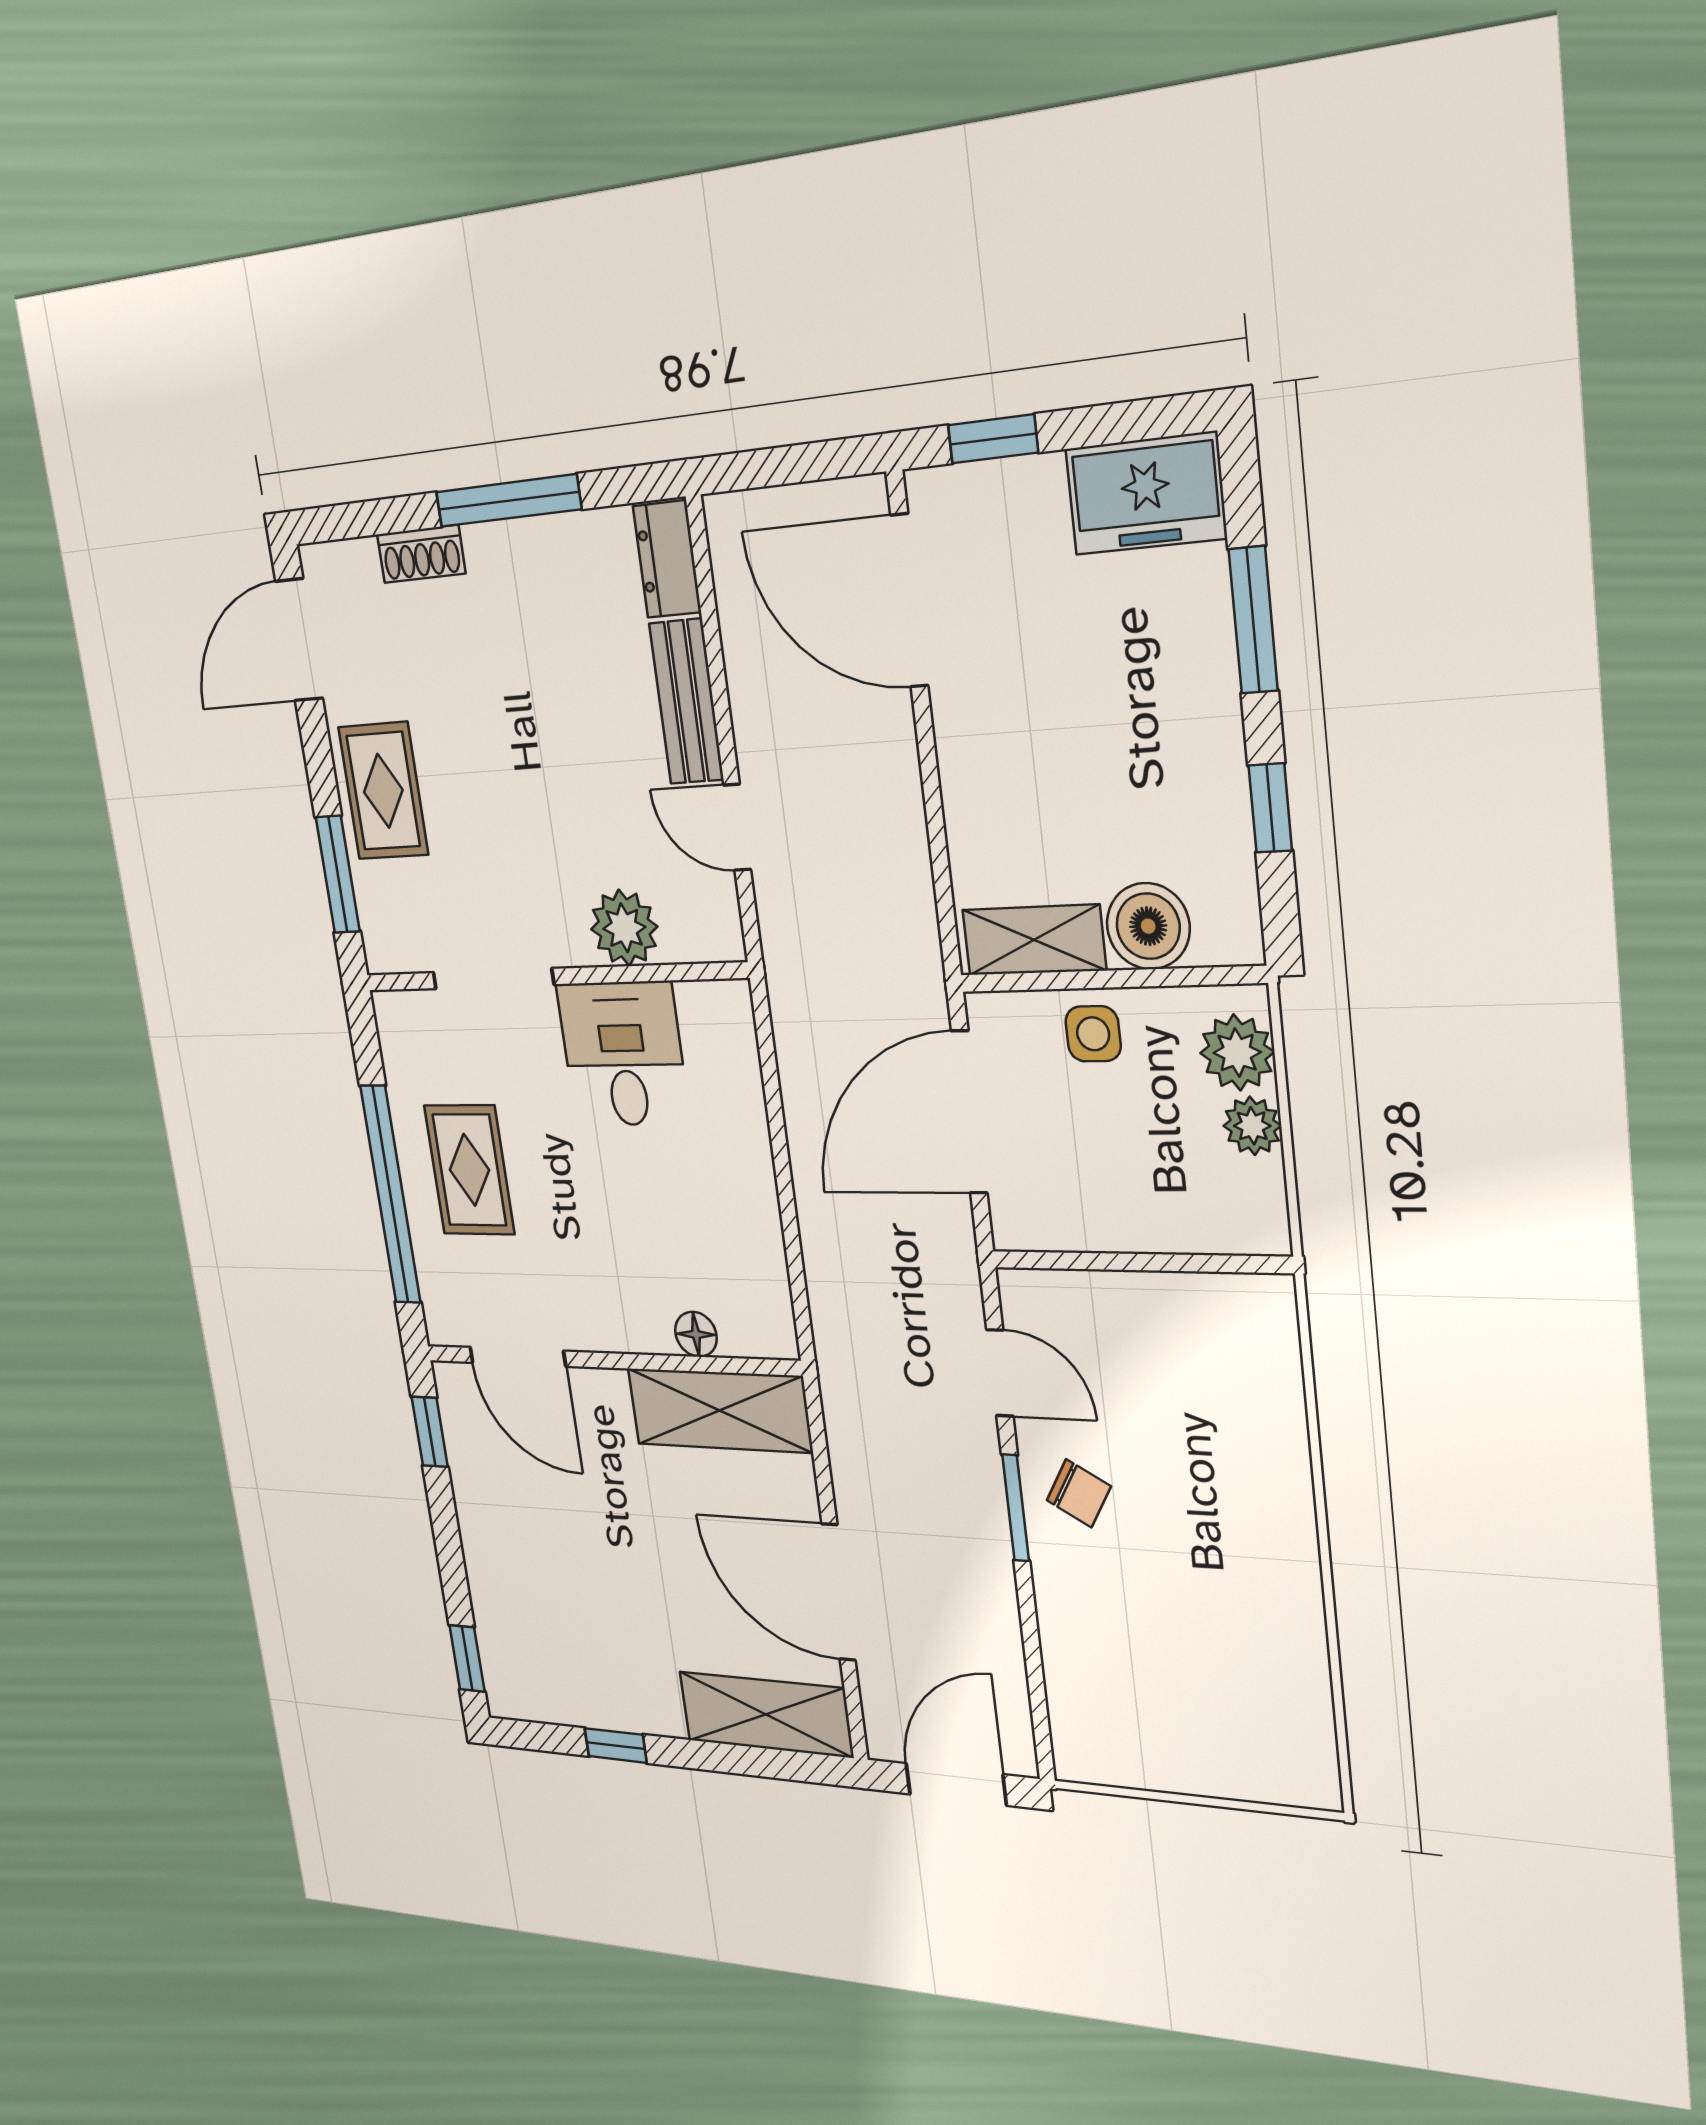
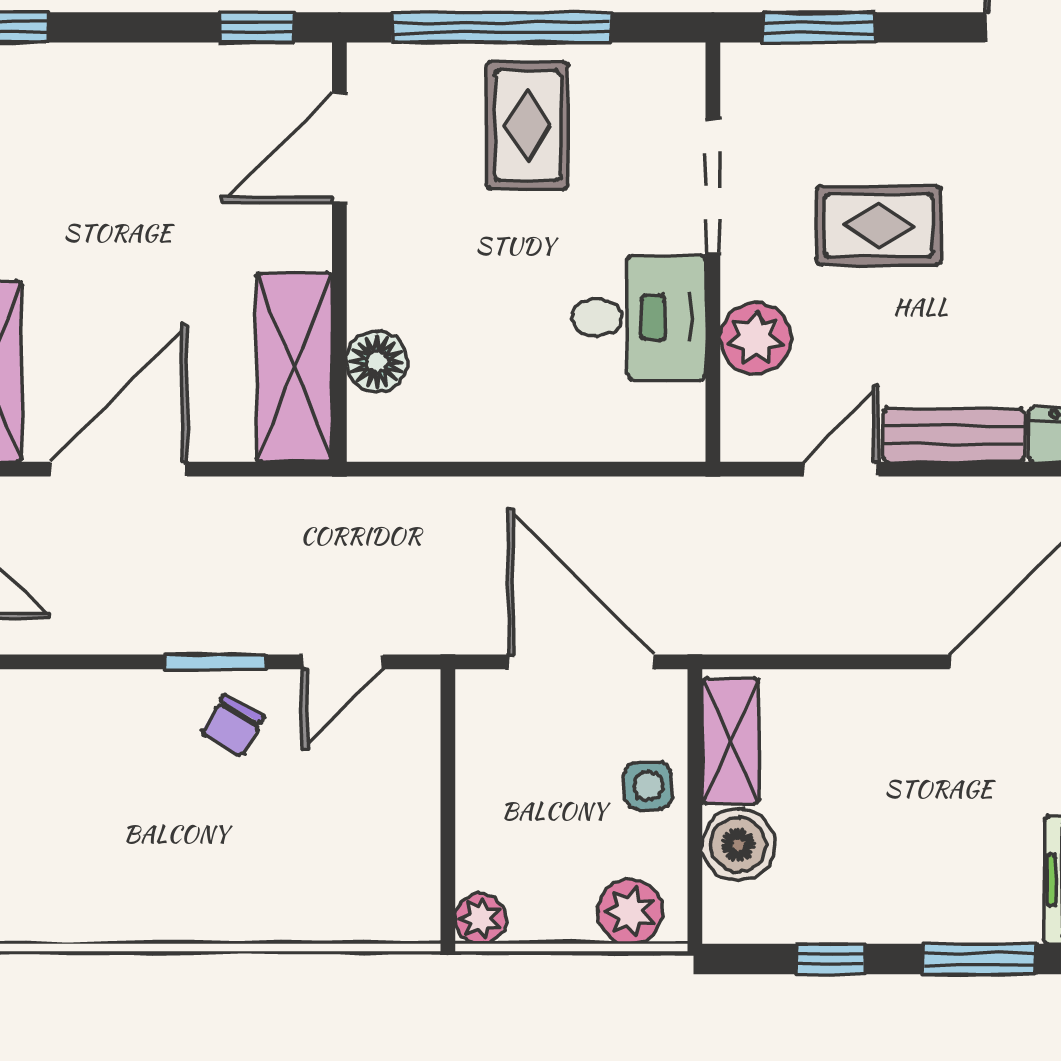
rug: (383, 791) -> (879, 225), moved
plant: (1252, 1126) -> (480, 919), moved
rug: (469, 1170) -> (527, 125), turned 90
floor lamp: (696, 1334) -> (377, 361), width x1.37, depth x1.37

